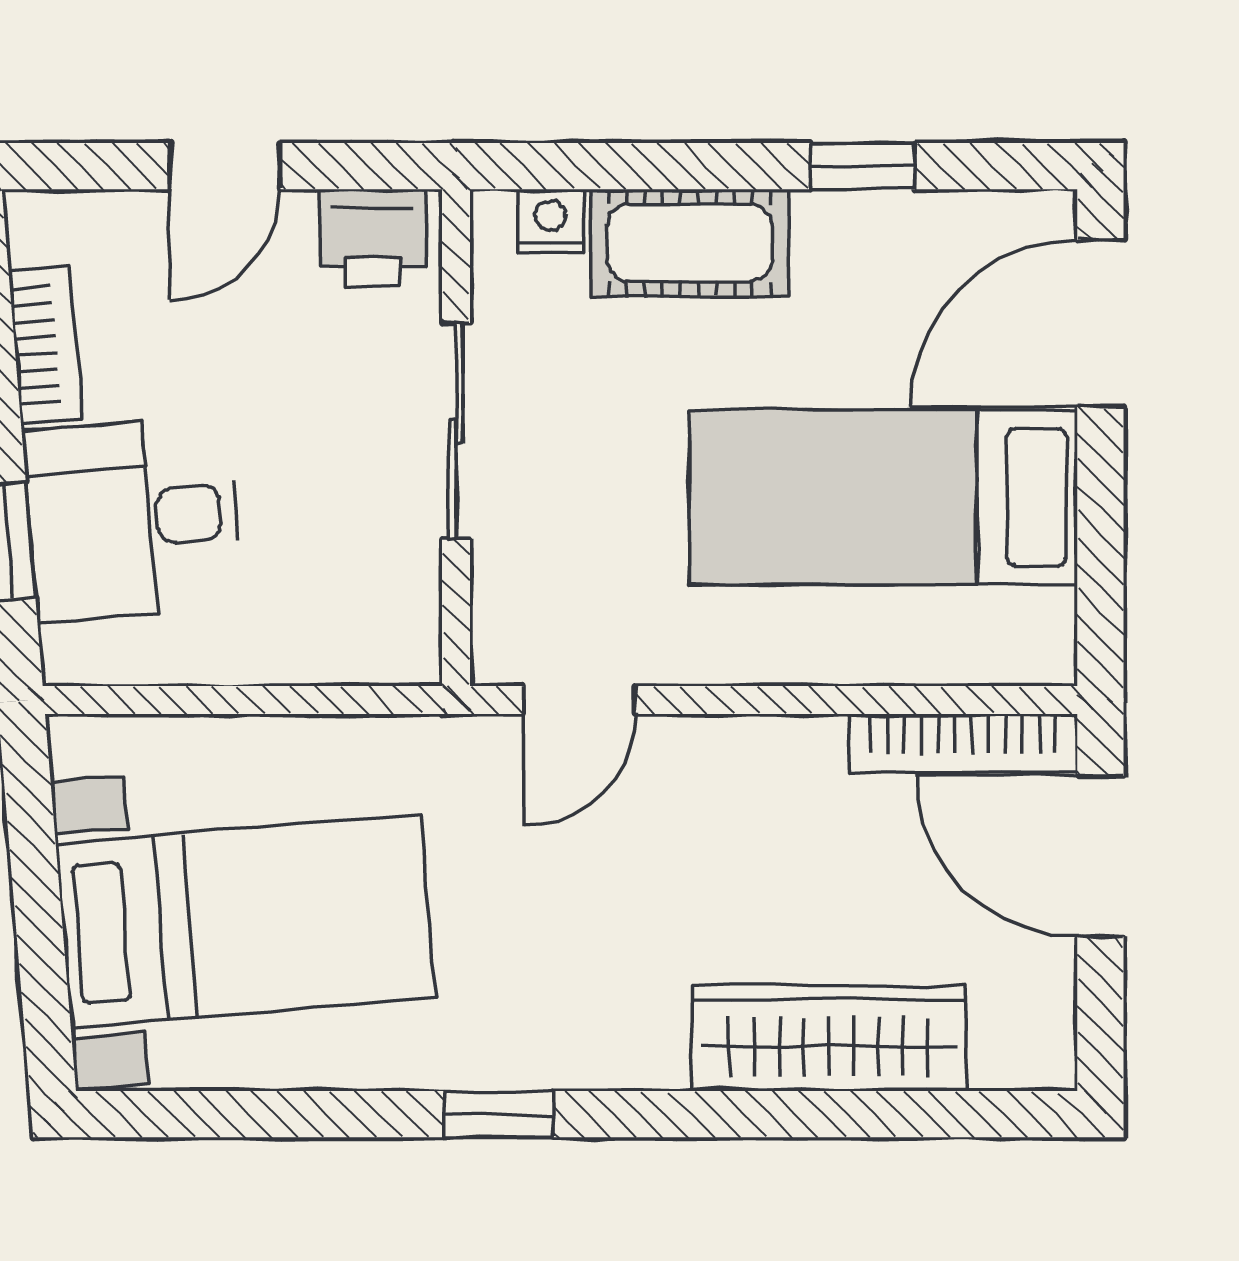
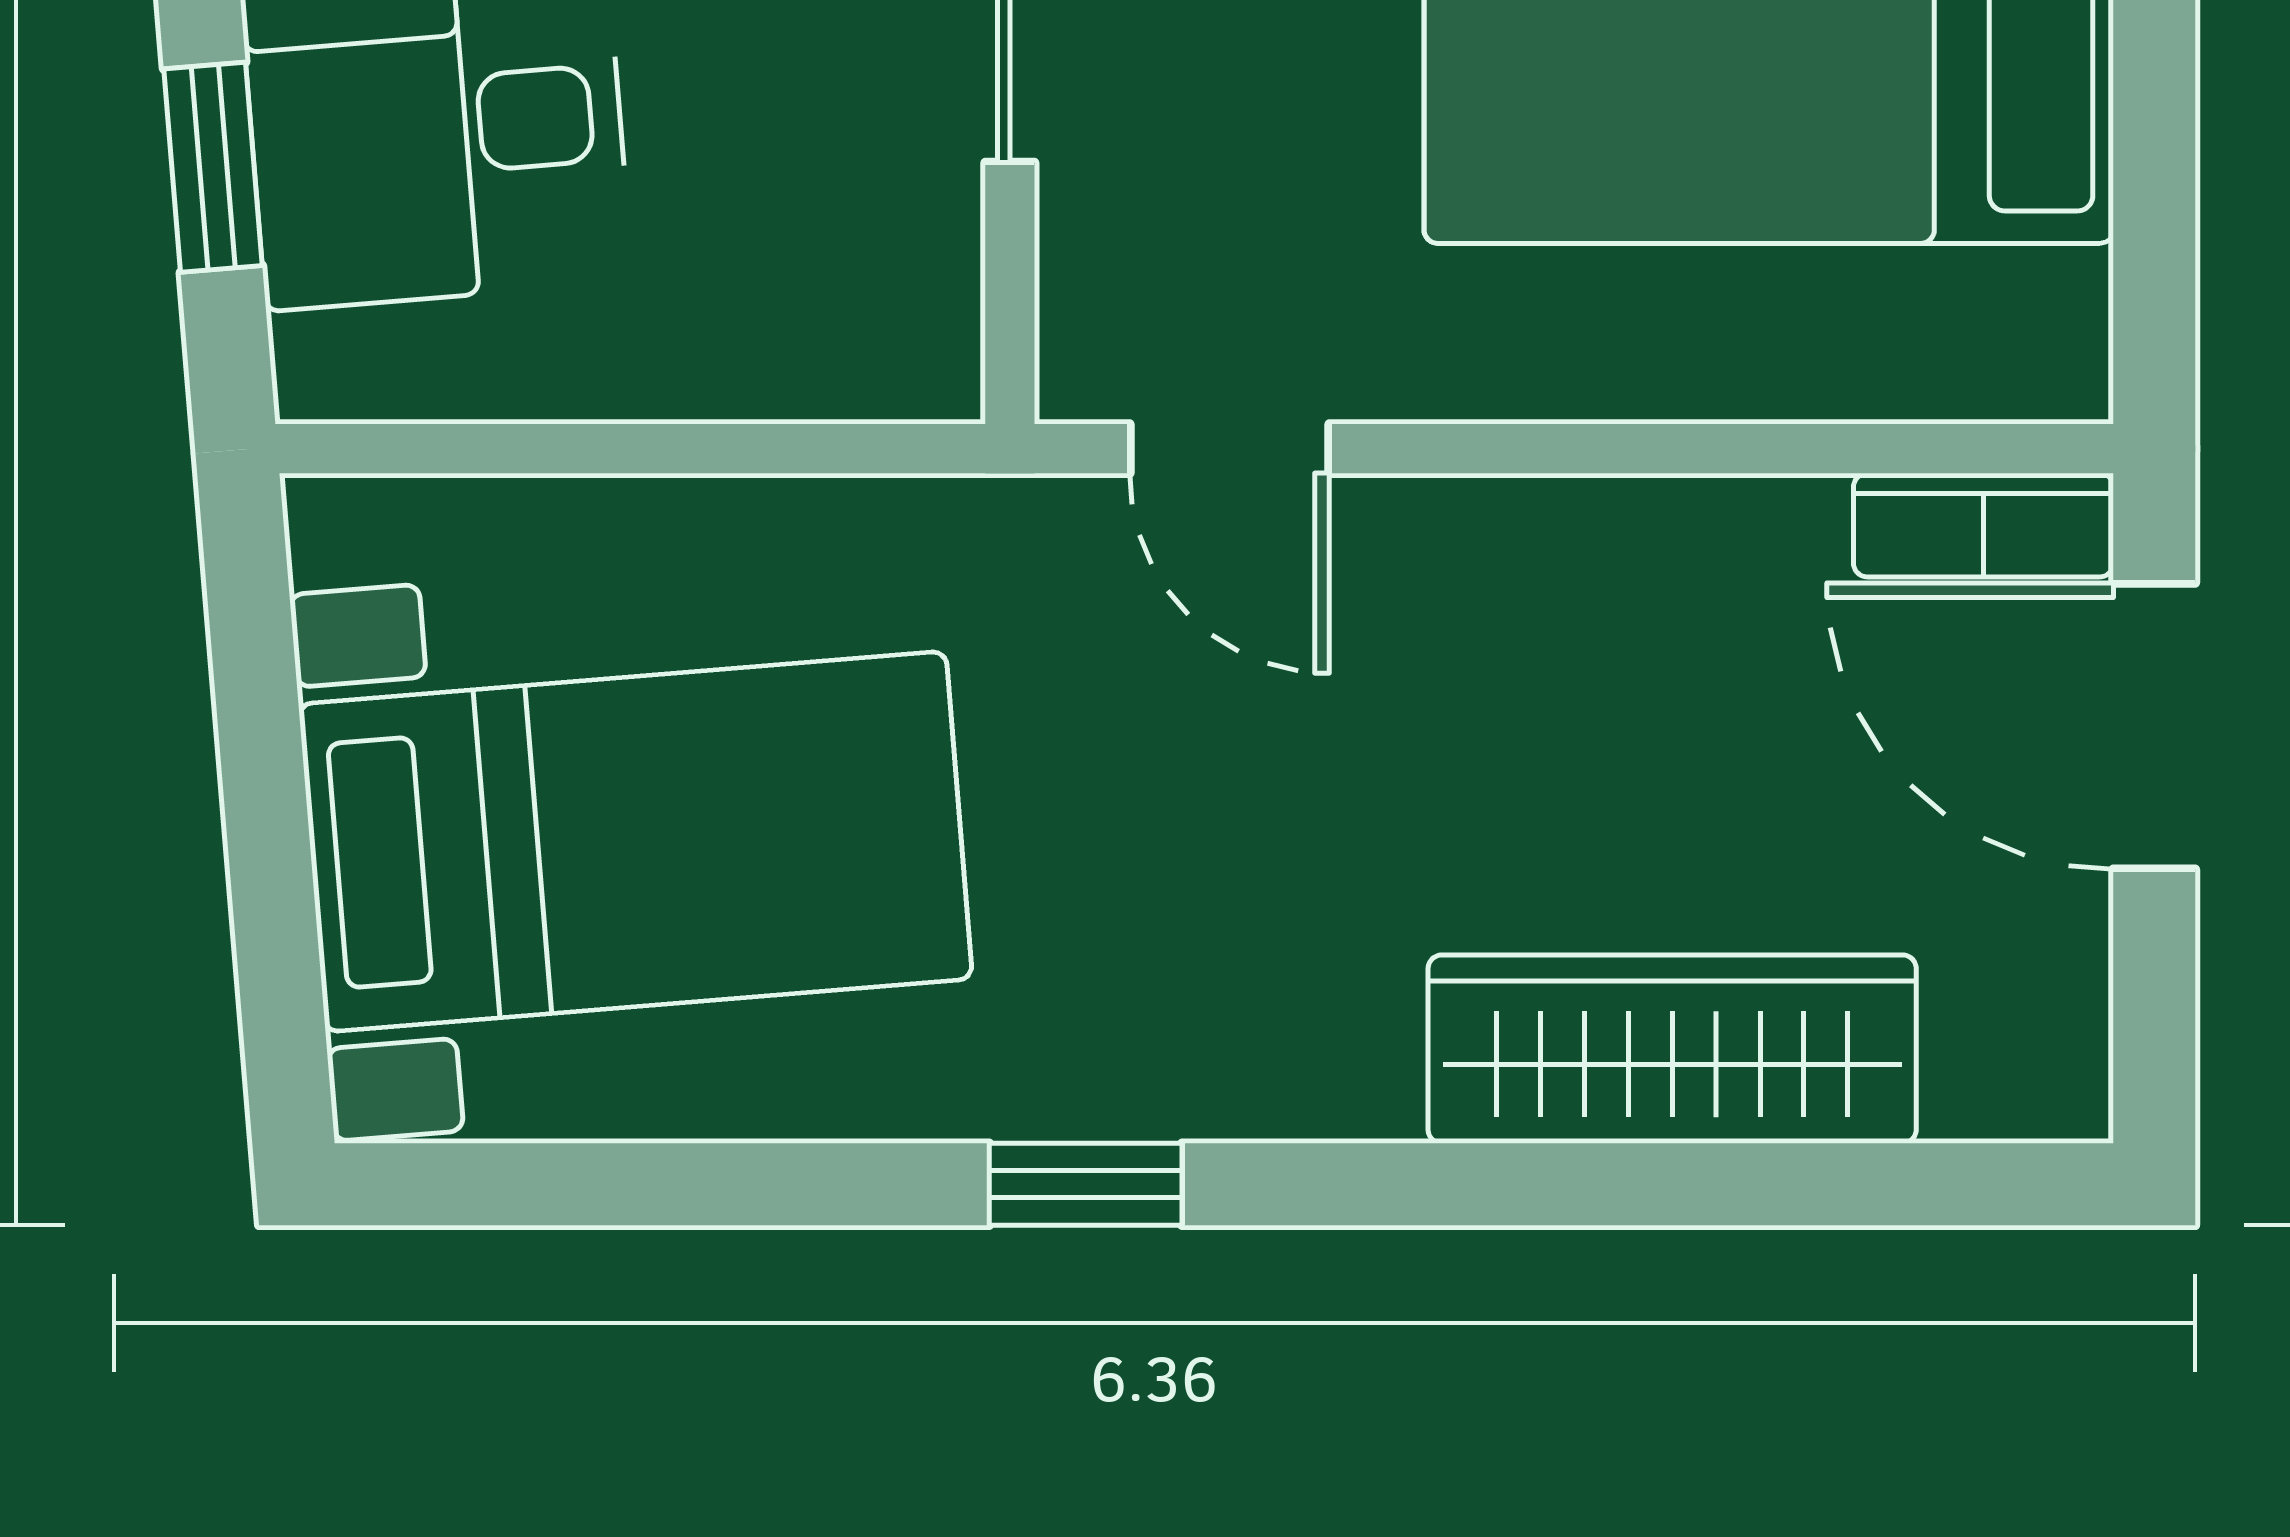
door: (580, 700) -> (1229, 449), hinge flipped
bookcase: (963, 743) -> (1983, 525), width x0.64

